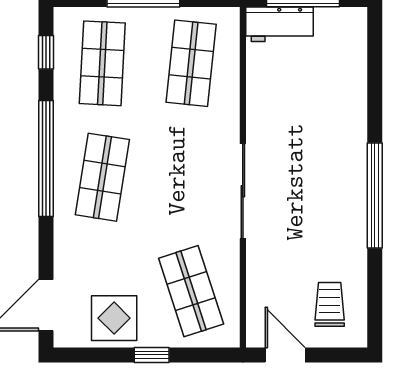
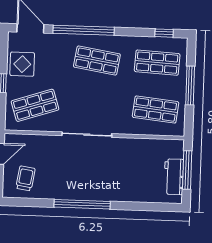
workbench: (280, 24) -> (174, 177), moved
window: (46, 158) -> (84, 30), moved
trolley: (330, 304) -> (25, 178), turned -81

